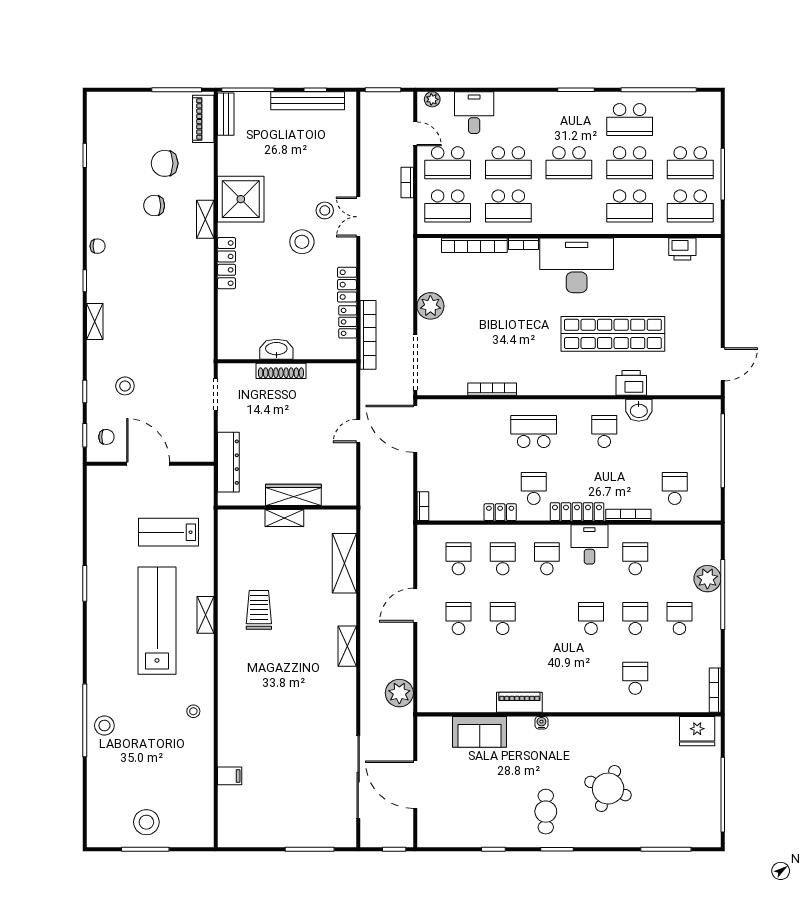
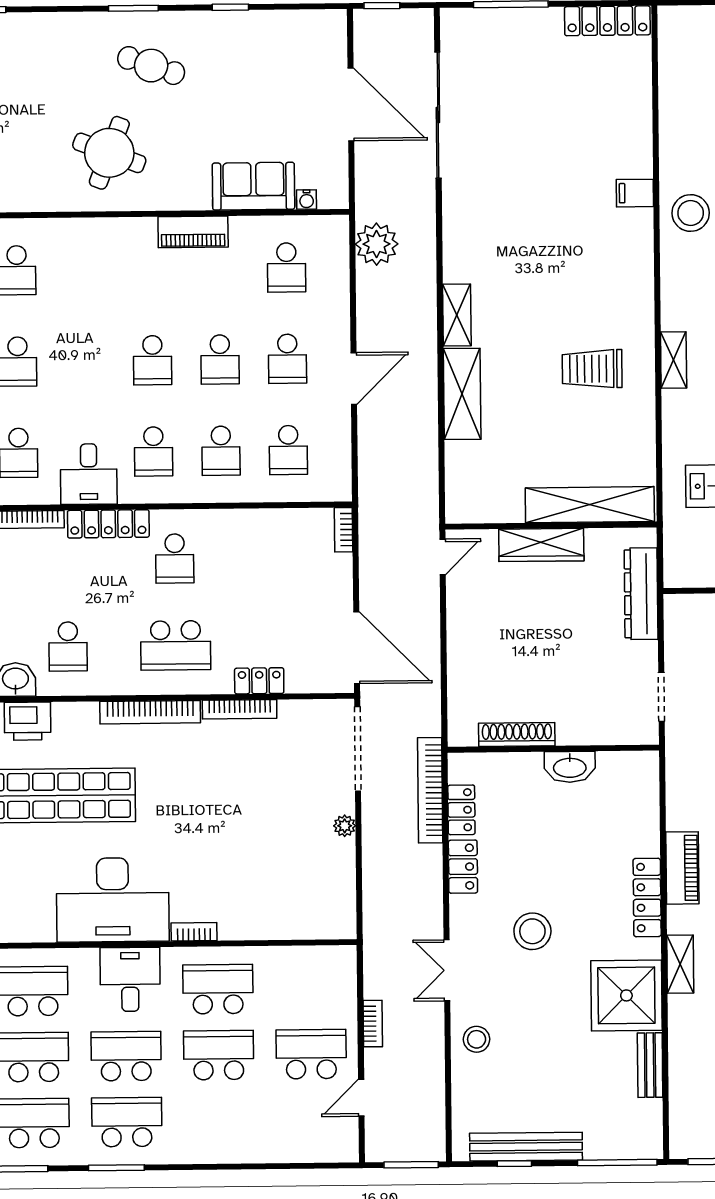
plant: (432, 99) -> (336, 1151), removed
desk: (474, 113) -> (130, 979), moved, turned 180
bench: (226, 114) -> (650, 1065), moved
piano: (203, 119) -> (682, 868), moved
door: (415, 134) -> (361, 1098), hinge flipped
school desk: (448, 206) -> (127, 1122), moved
stool: (325, 210) -> (477, 1039), moved
double door: (358, 217) -> (447, 970), swing flipped
bookcase: (474, 245) -> (150, 712), moved, turned 180
plant: (430, 306) -> (345, 826), width x0.53, depth x0.53
shoe rack: (281, 371) -> (517, 734), moved
door: (358, 431) -> (443, 557), moved
locker: (500, 512) -> (259, 681), moved, turned 180
shelving: (284, 518) -> (590, 505), width x2.20, depth x1.33
shelving: (344, 563) -> (462, 394), moved
trolley: (259, 610) -> (592, 369), turned 90
school desk: (591, 619) -> (153, 360), moved
school desk: (458, 678) -> (286, 267), added
stool: (193, 711) -> (691, 213), width x1.89, depth x1.89
water cooler: (541, 723) -> (307, 200), moved
filing cabinet: (230, 776) -> (635, 193), moved
round table: (608, 789) -> (109, 153), moved
cafe table: (546, 812) -> (151, 66), turned -71
locker: (247, 838) -> (607, 21), added

